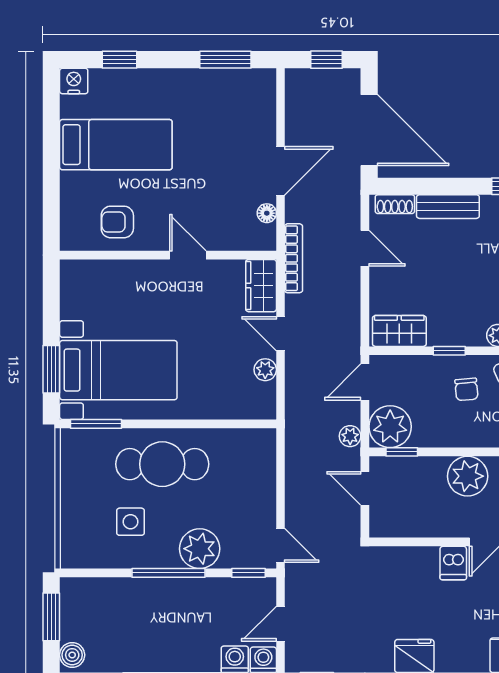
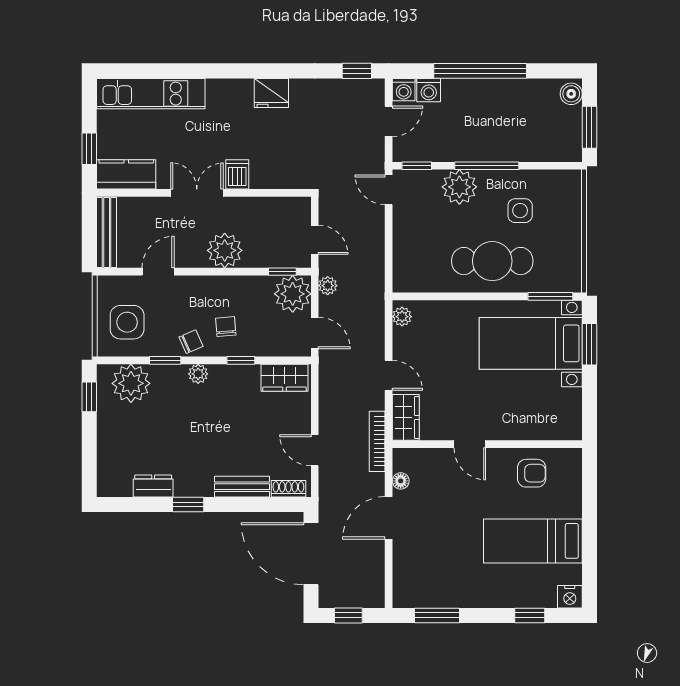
plant: (265, 370) -> (402, 317), moved
door: (365, 382) -> (315, 333), hinge flipped

